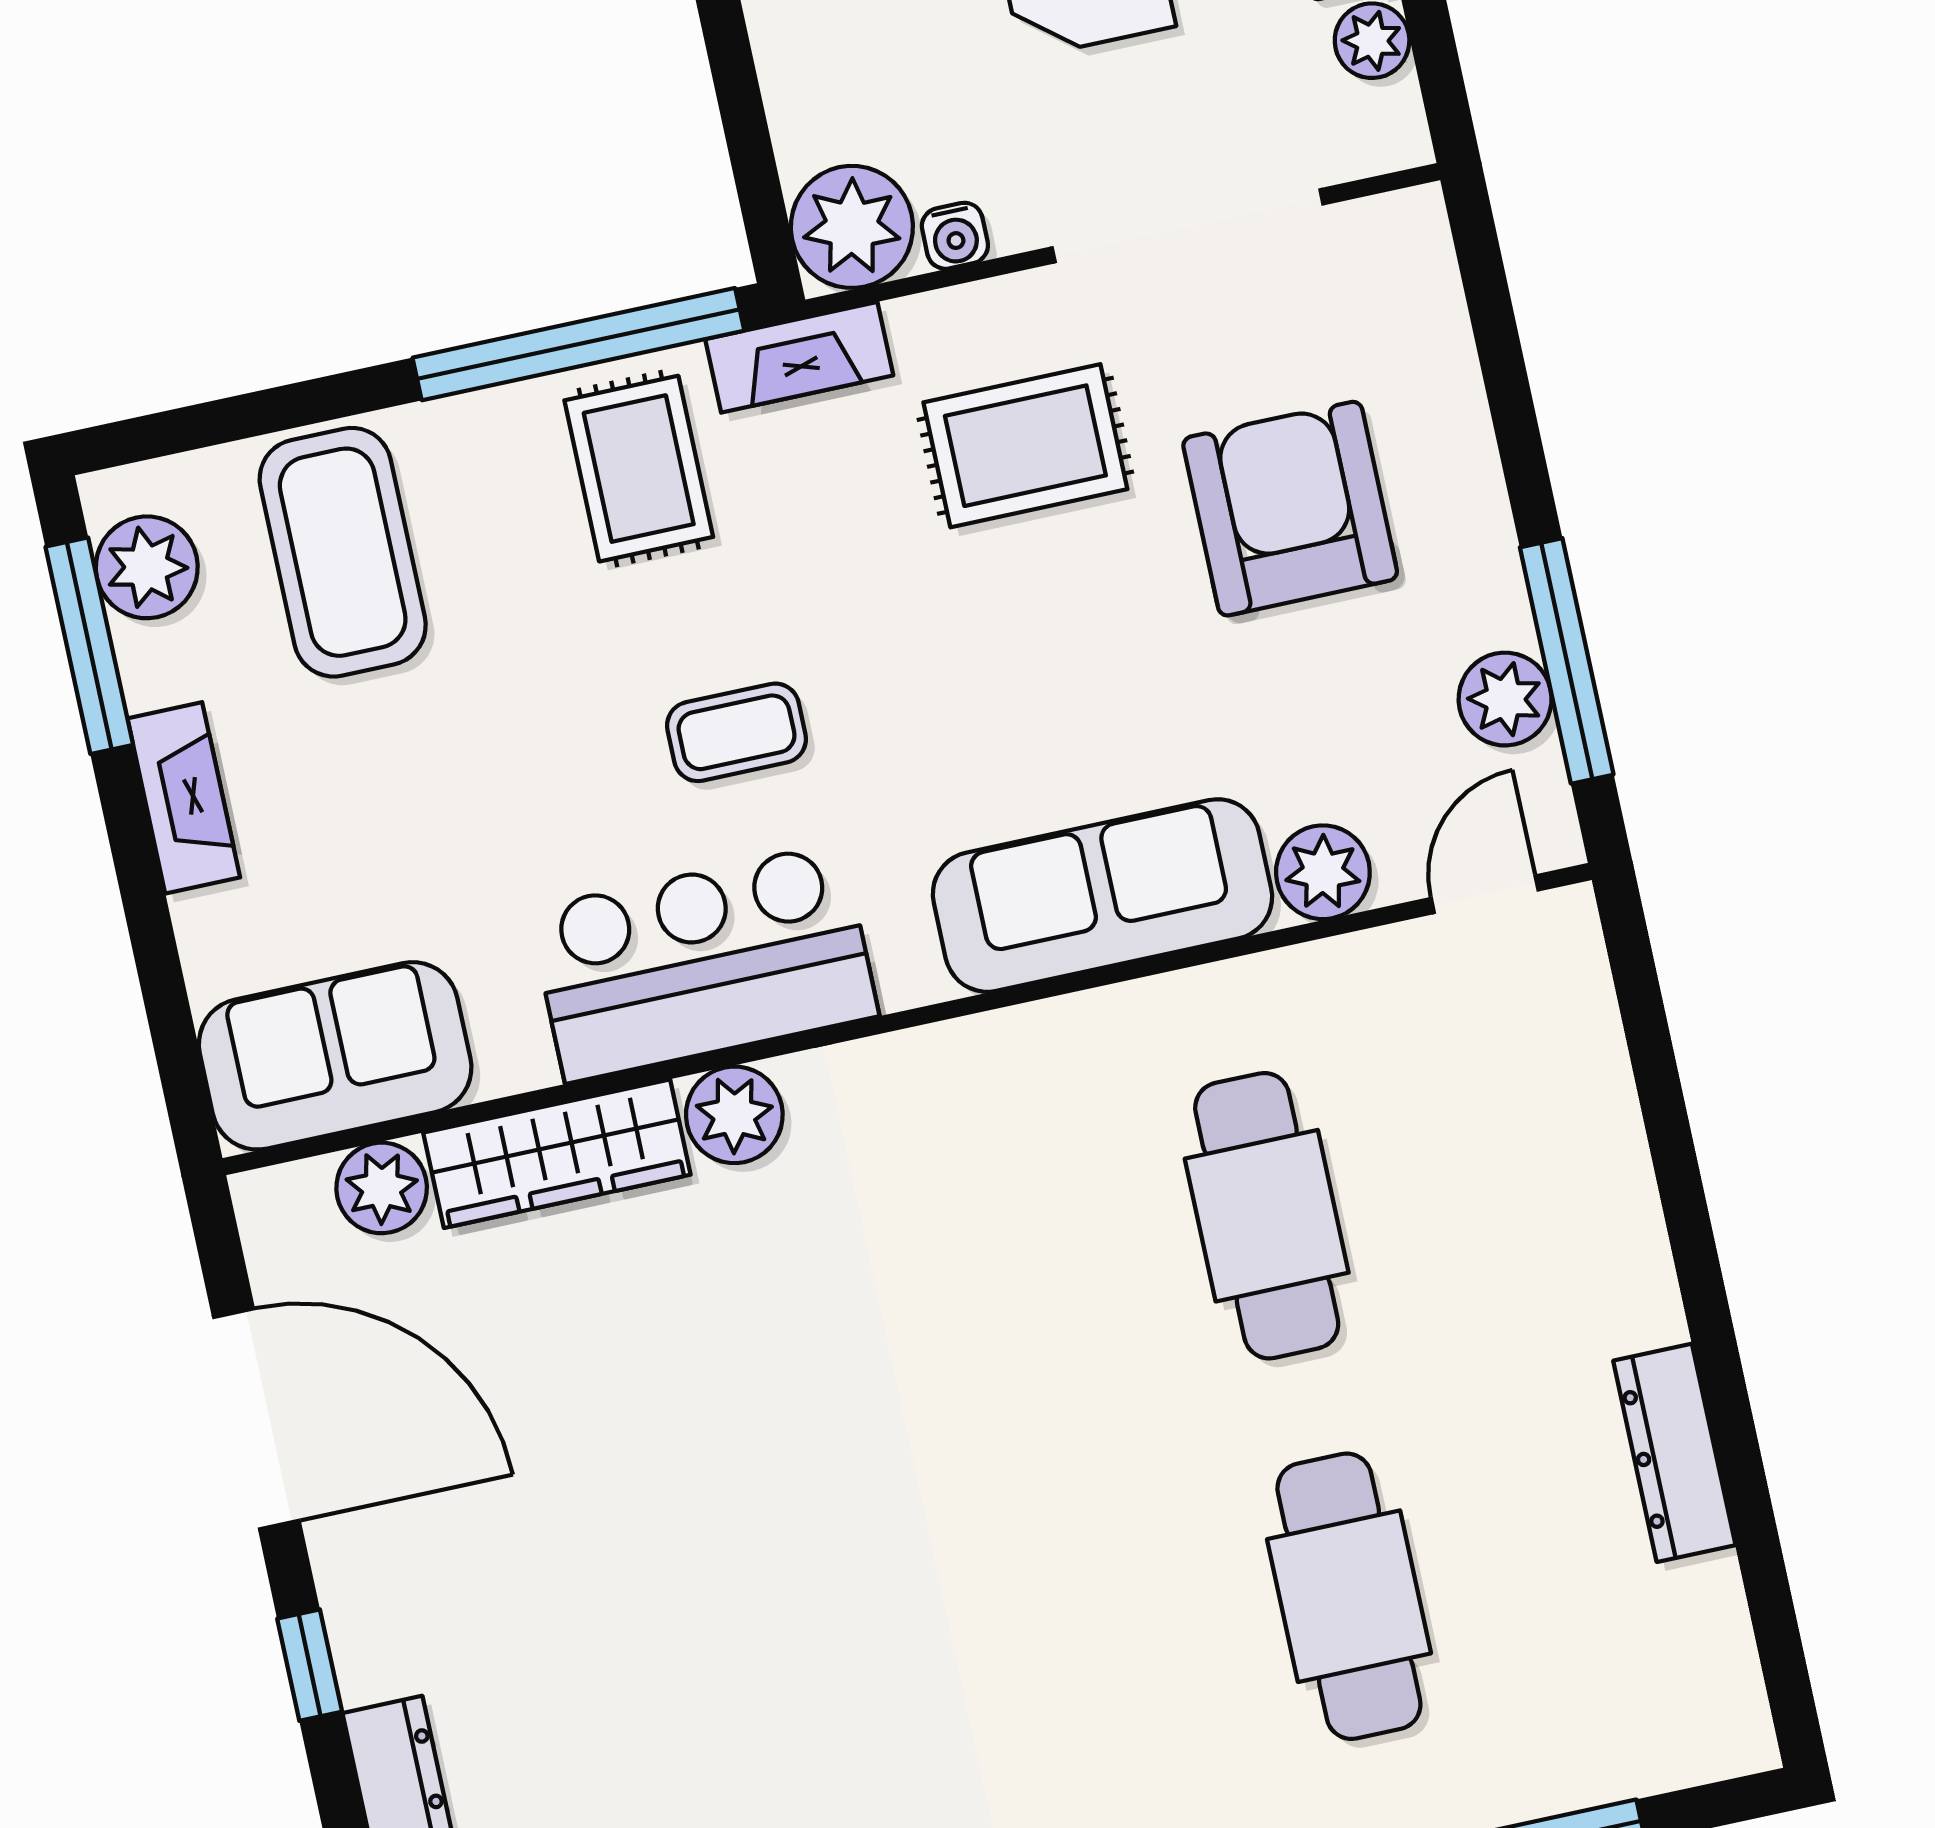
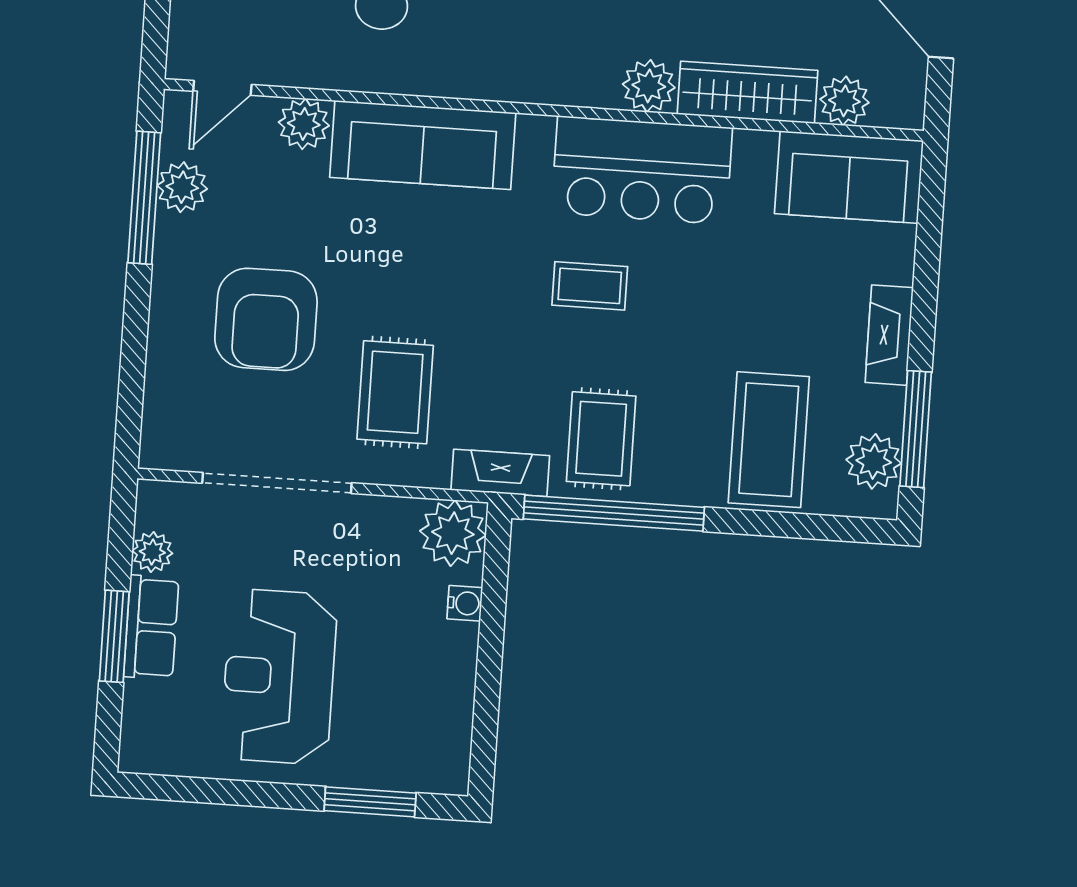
water cooler: (955, 236) -> (465, 603), moved, turned 90
rug: (1025, 446) -> (395, 392), turned 90

